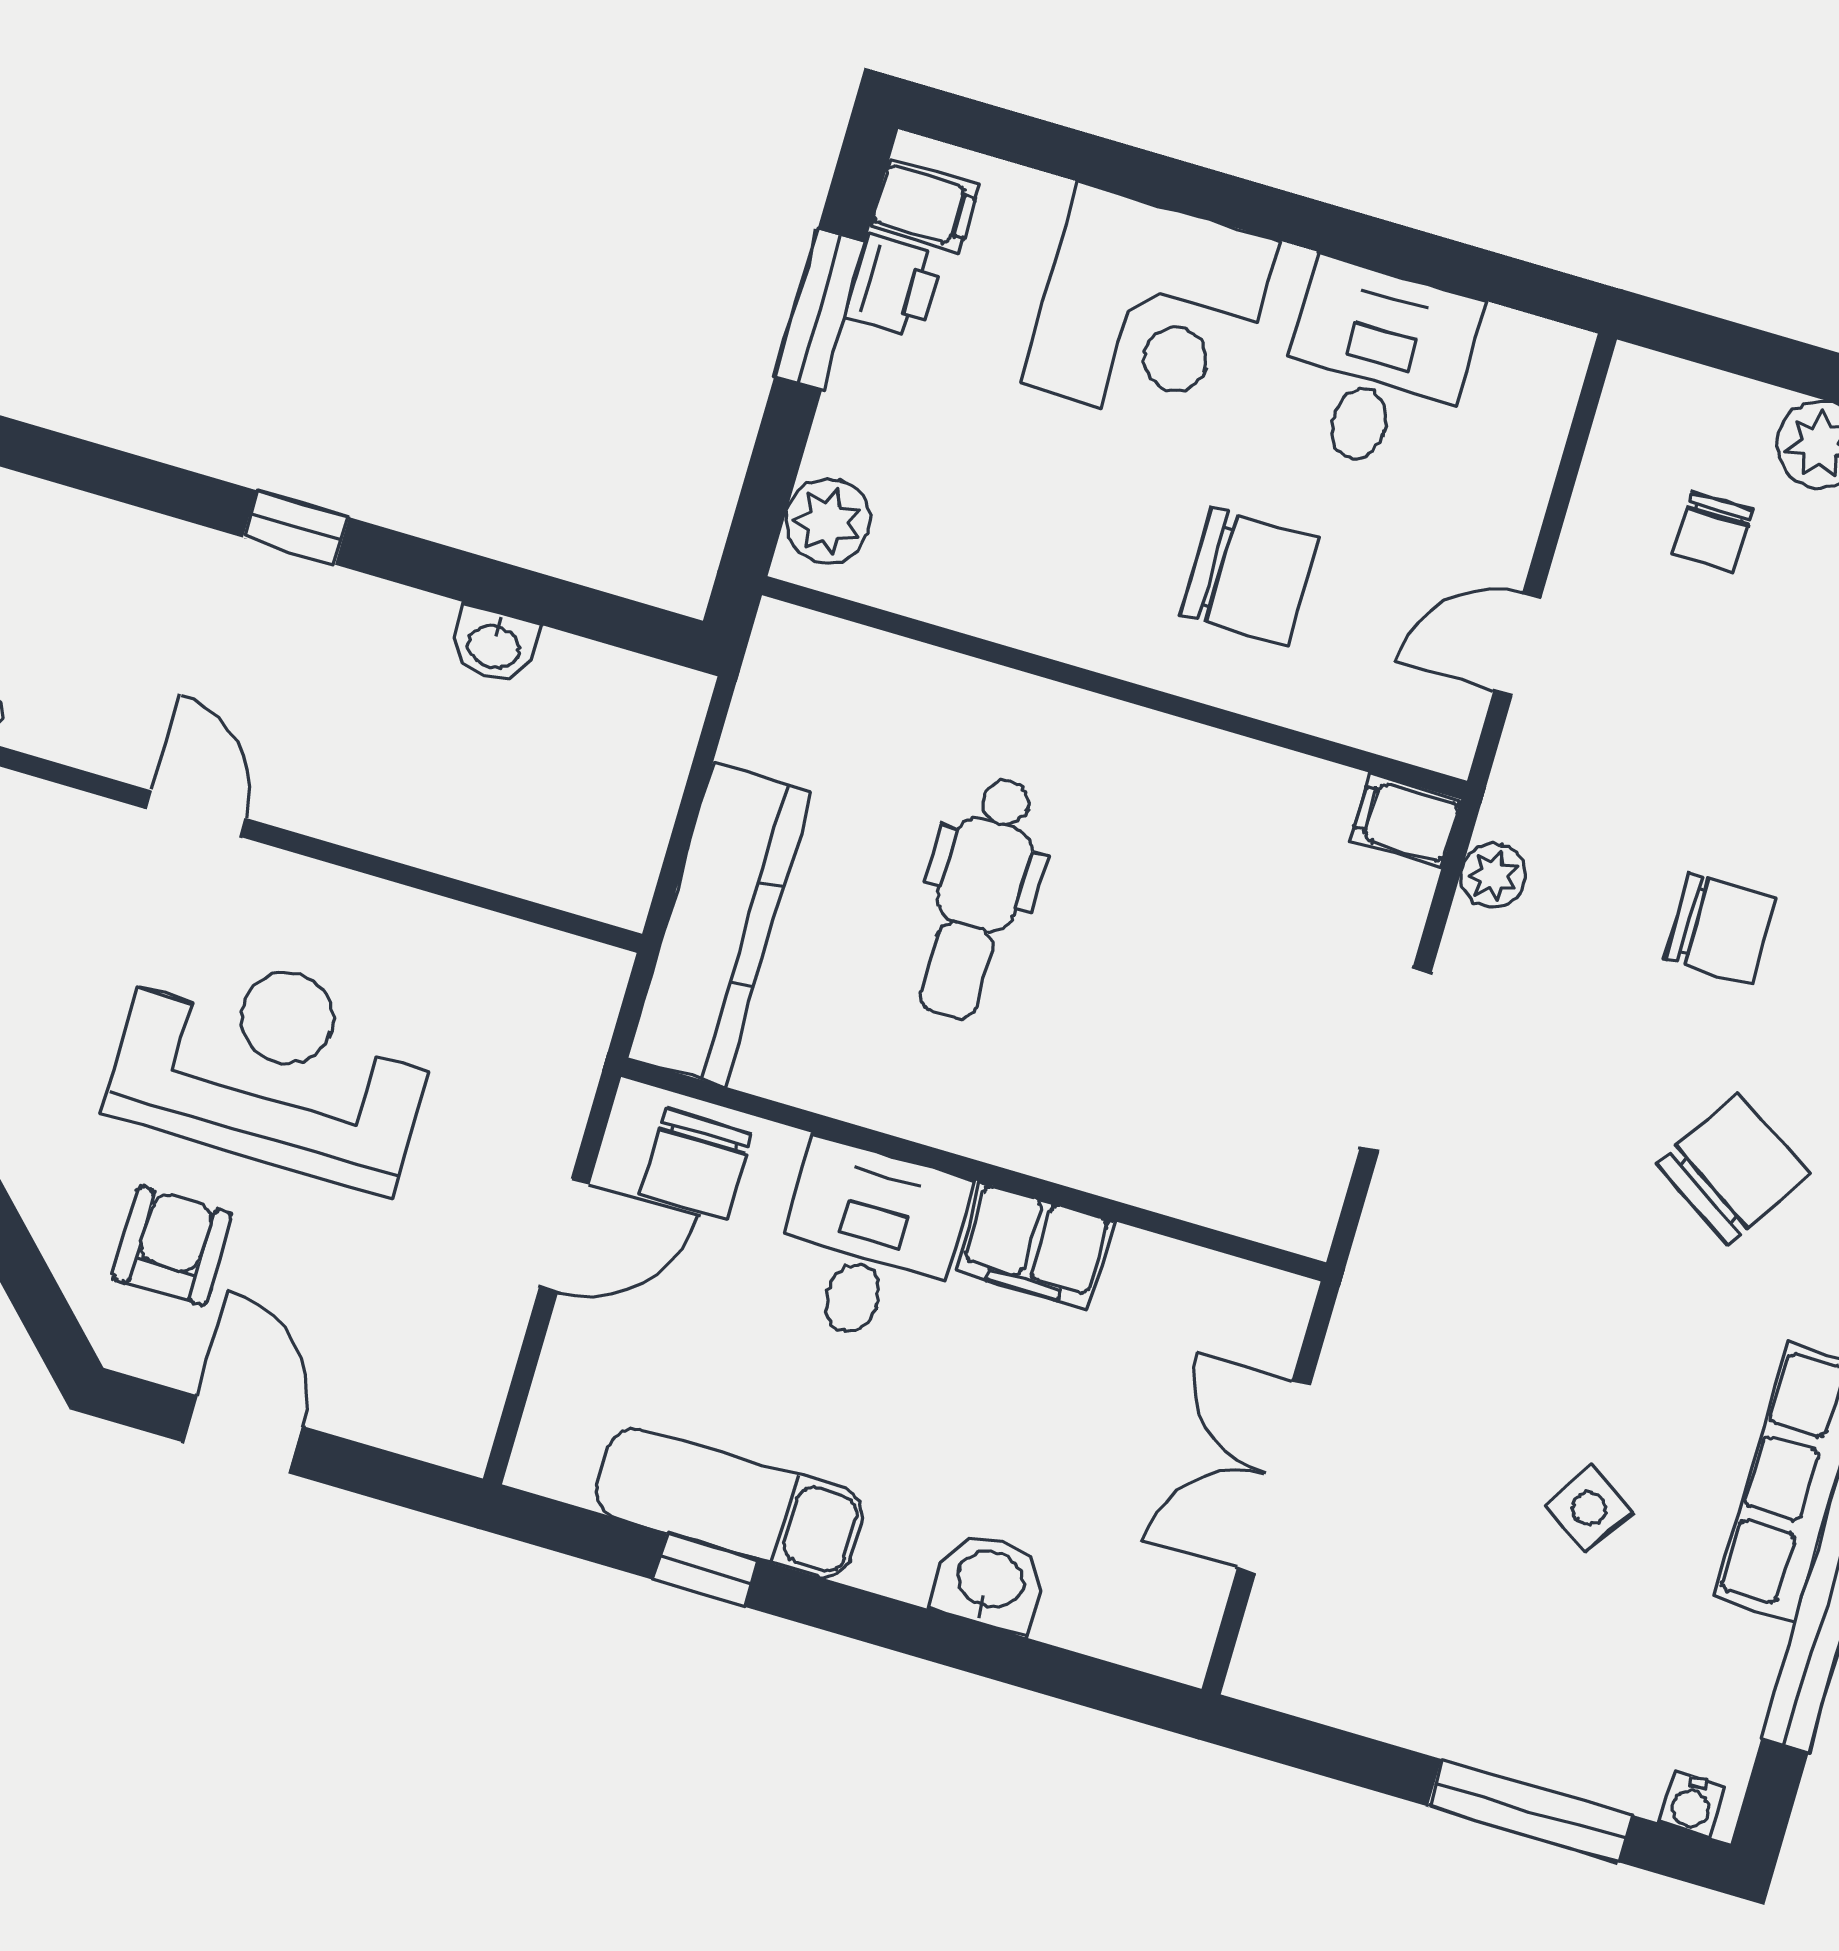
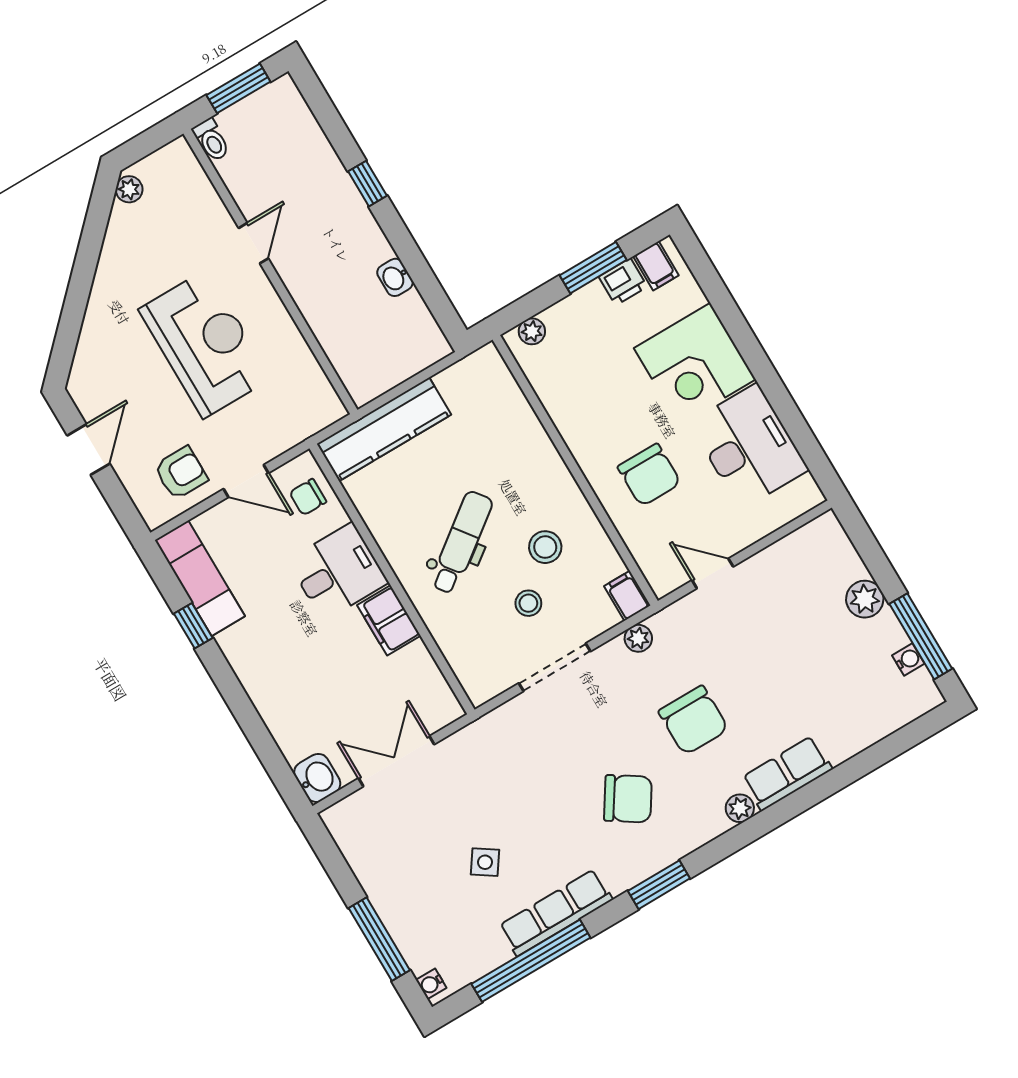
desk: (1375, 367) -> (749, 446), width x1.37
plant: (828, 521) -> (532, 331), width x0.73, depth x0.73
chair: (1713, 532) -> (806, 595), removed
stool: (1186, 868) -> (545, 547), added
dental chair: (978, 898) -> (461, 543), moved, turned 143
chair: (1720, 929) -> (693, 720), width x1.37, depth x1.37
stool: (1247, 992) -> (528, 603), added
chair: (697, 1164) -> (308, 497), width x0.73, depth x0.73
armchair: (172, 1246) -> (181, 473), moved
exam couch: (729, 1503) -> (200, 578), moved
washbasin: (989, 1581) -> (317, 778), moved

